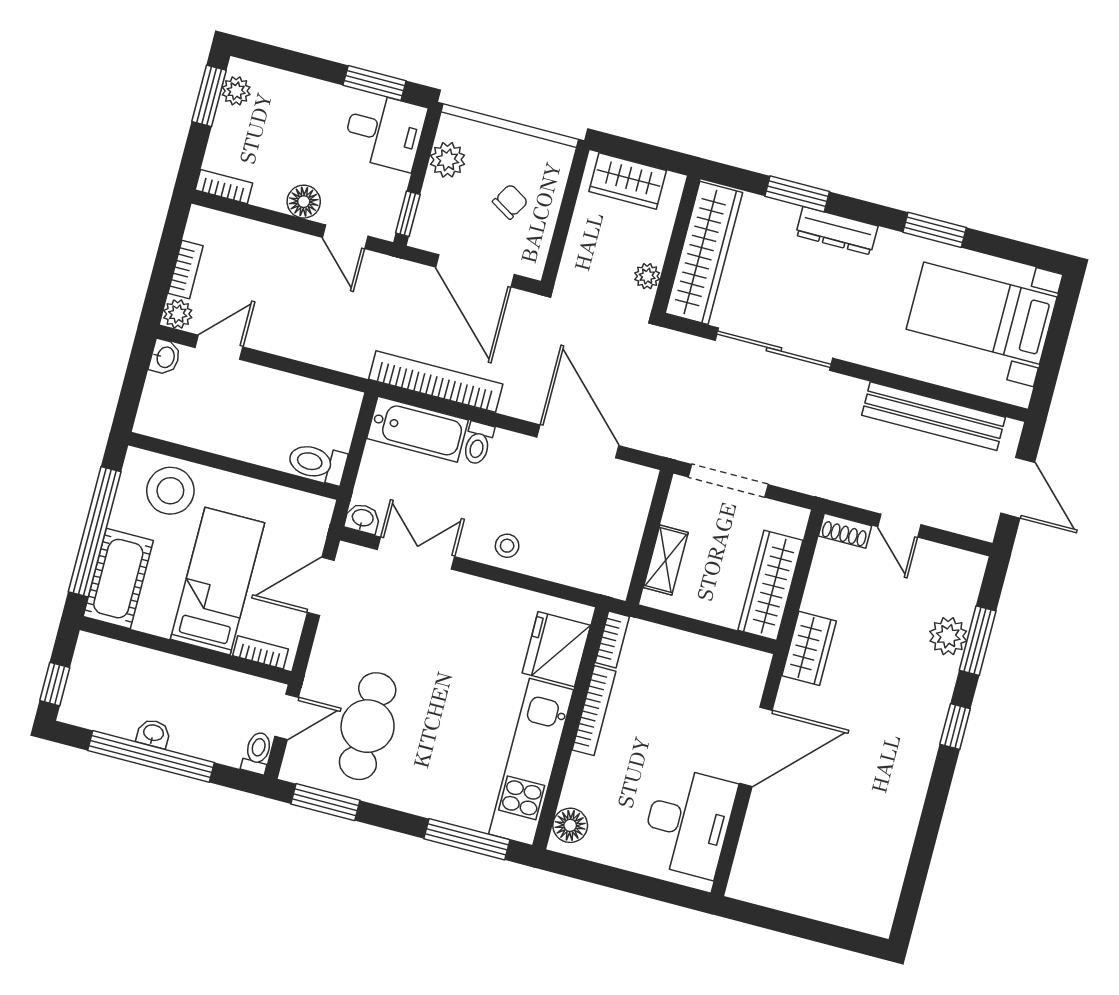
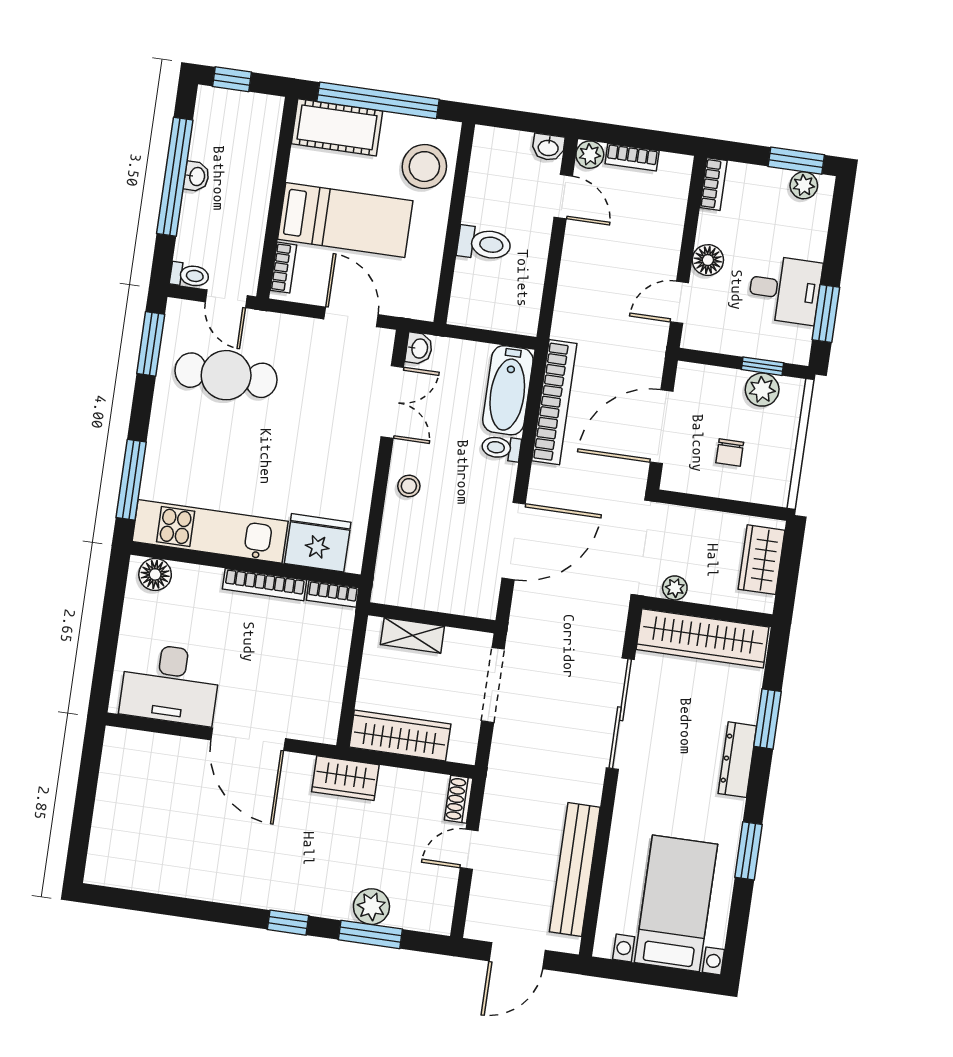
desk: (384, 131) -> (785, 290), moved, turned -90
chair: (510, 202) -> (730, 452), turned 59
window: (408, 214) -> (762, 366), moved
toilet: (317, 463) -> (484, 244), moved, turned 90

